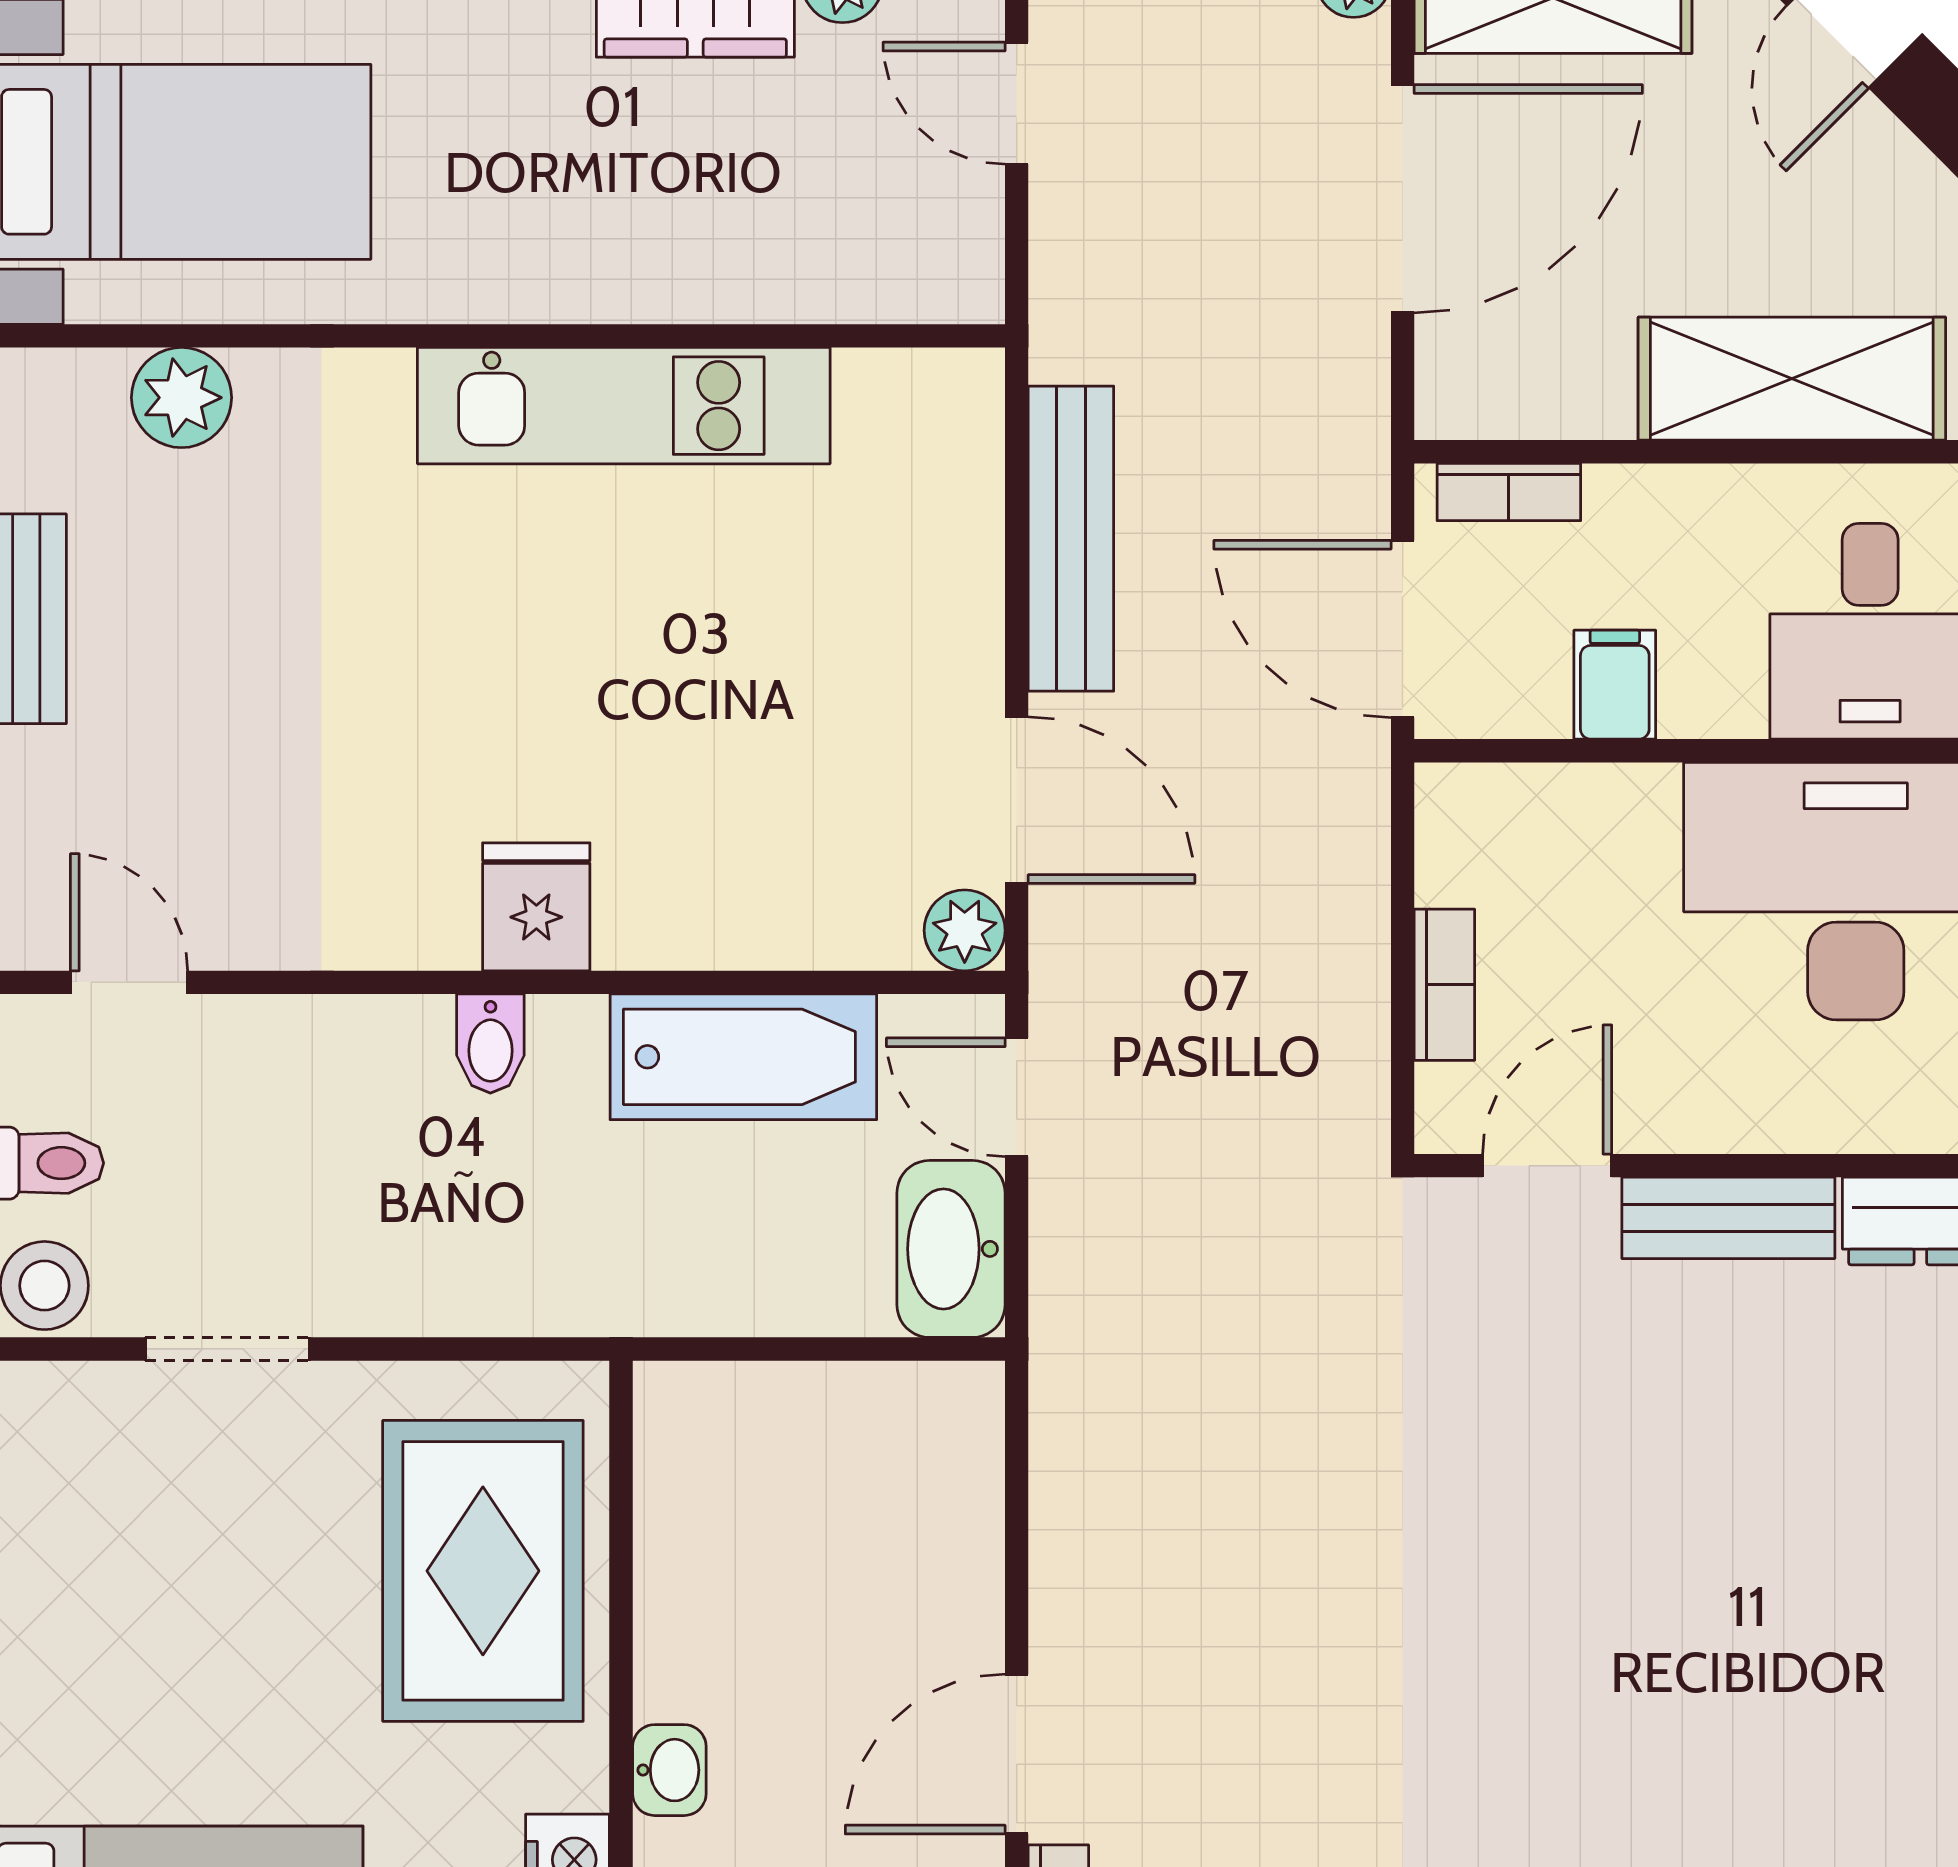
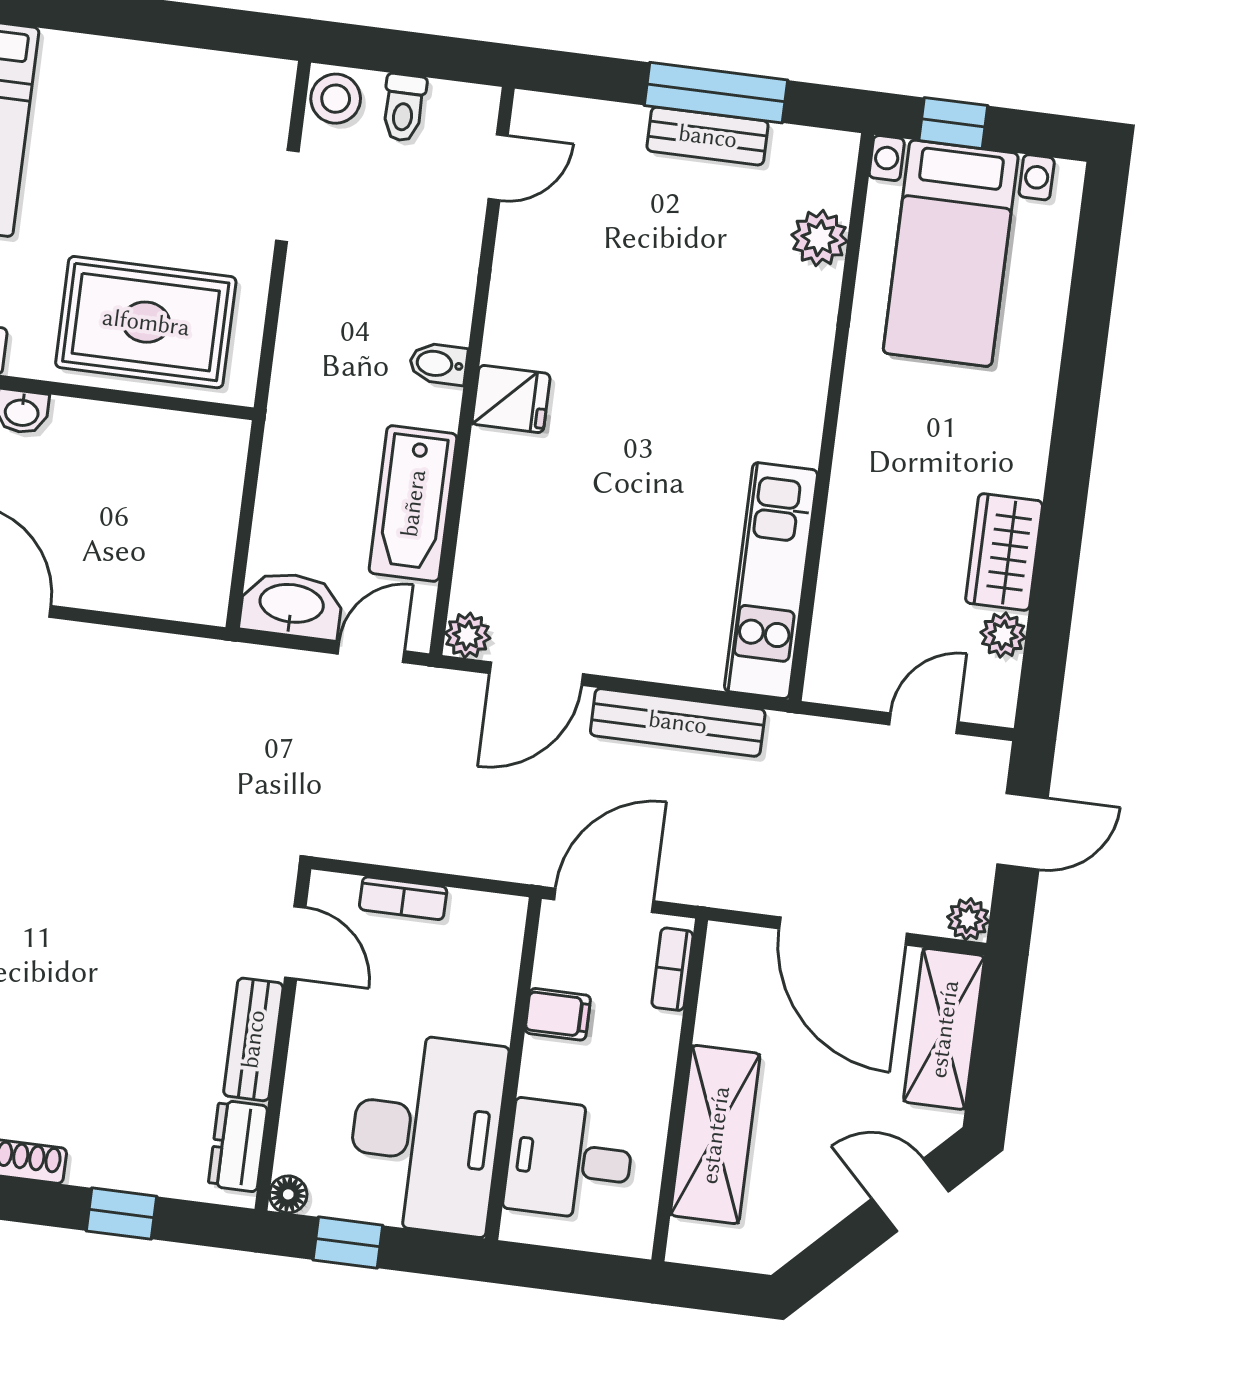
kitchen unit: (624, 406) -> (771, 581), moved

